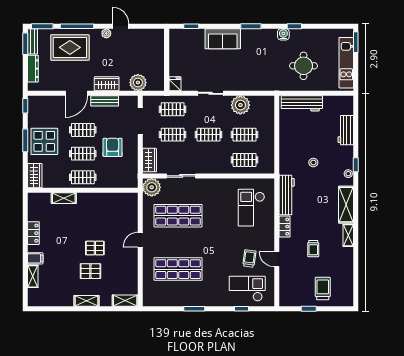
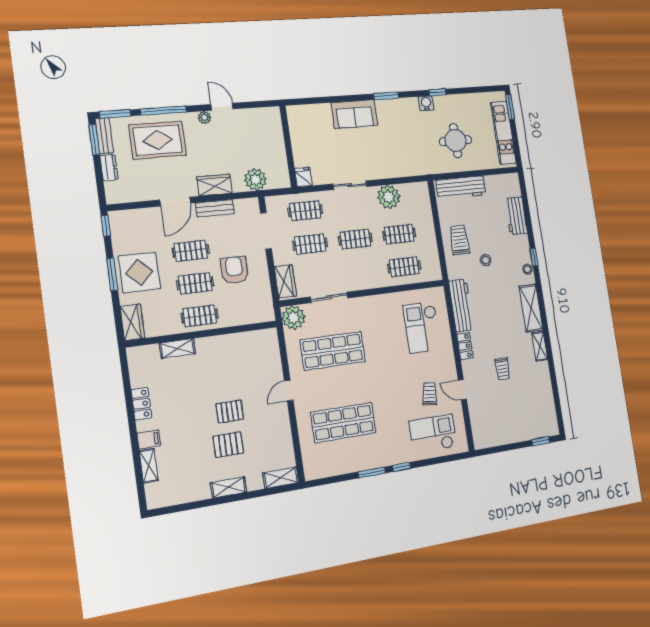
window: (191, 26) -> (313, 101), removed
dresser: (33, 69) -> (109, 168), width x0.70
trolley: (323, 289) -> (459, 240), moved
window: (242, 309) -> (402, 467), moved
window: (309, 309) -> (541, 441), moved

